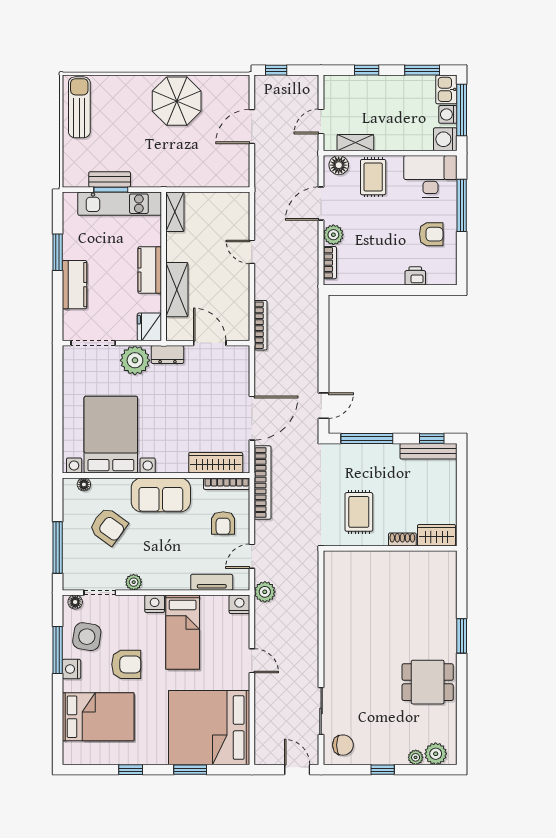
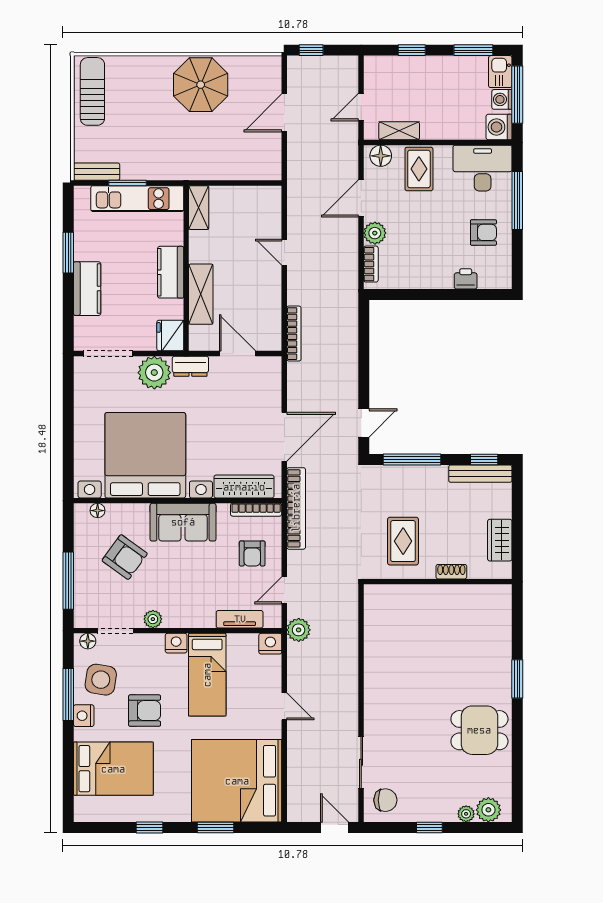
bench: (110, 179) -> (97, 172), moved
bed with nightstands: (111, 435) -> (145, 455), width x1.36
wardrobe: (436, 535) -> (500, 540), moved, turned -90

